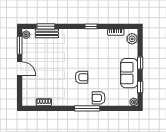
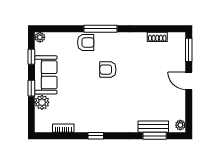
plant: (132, 39) -> (42, 102), moved
window: (20, 45) -> (189, 50), moved

